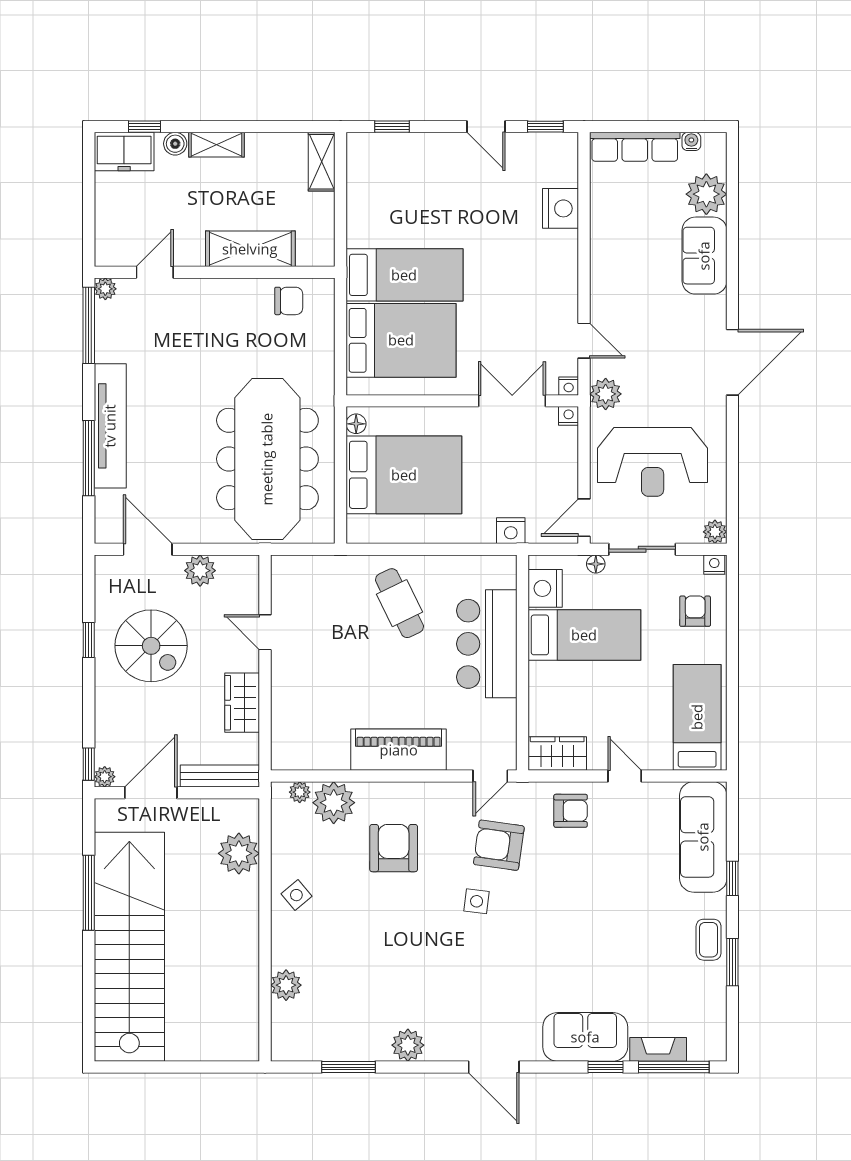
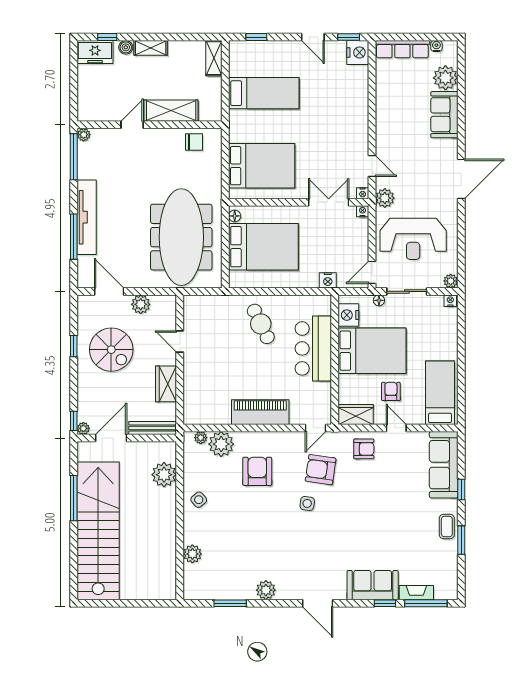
nightstand: (561, 208) -> (358, 52), moved
door: (155, 272) -> (132, 125), moved
bed: (404, 275) -> (264, 93), moved
armchair: (695, 611) -> (391, 391), moved
bed: (584, 635) -> (372, 351), width x1.50

